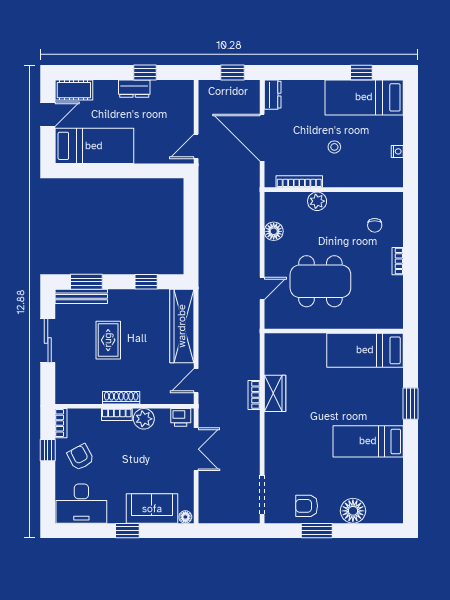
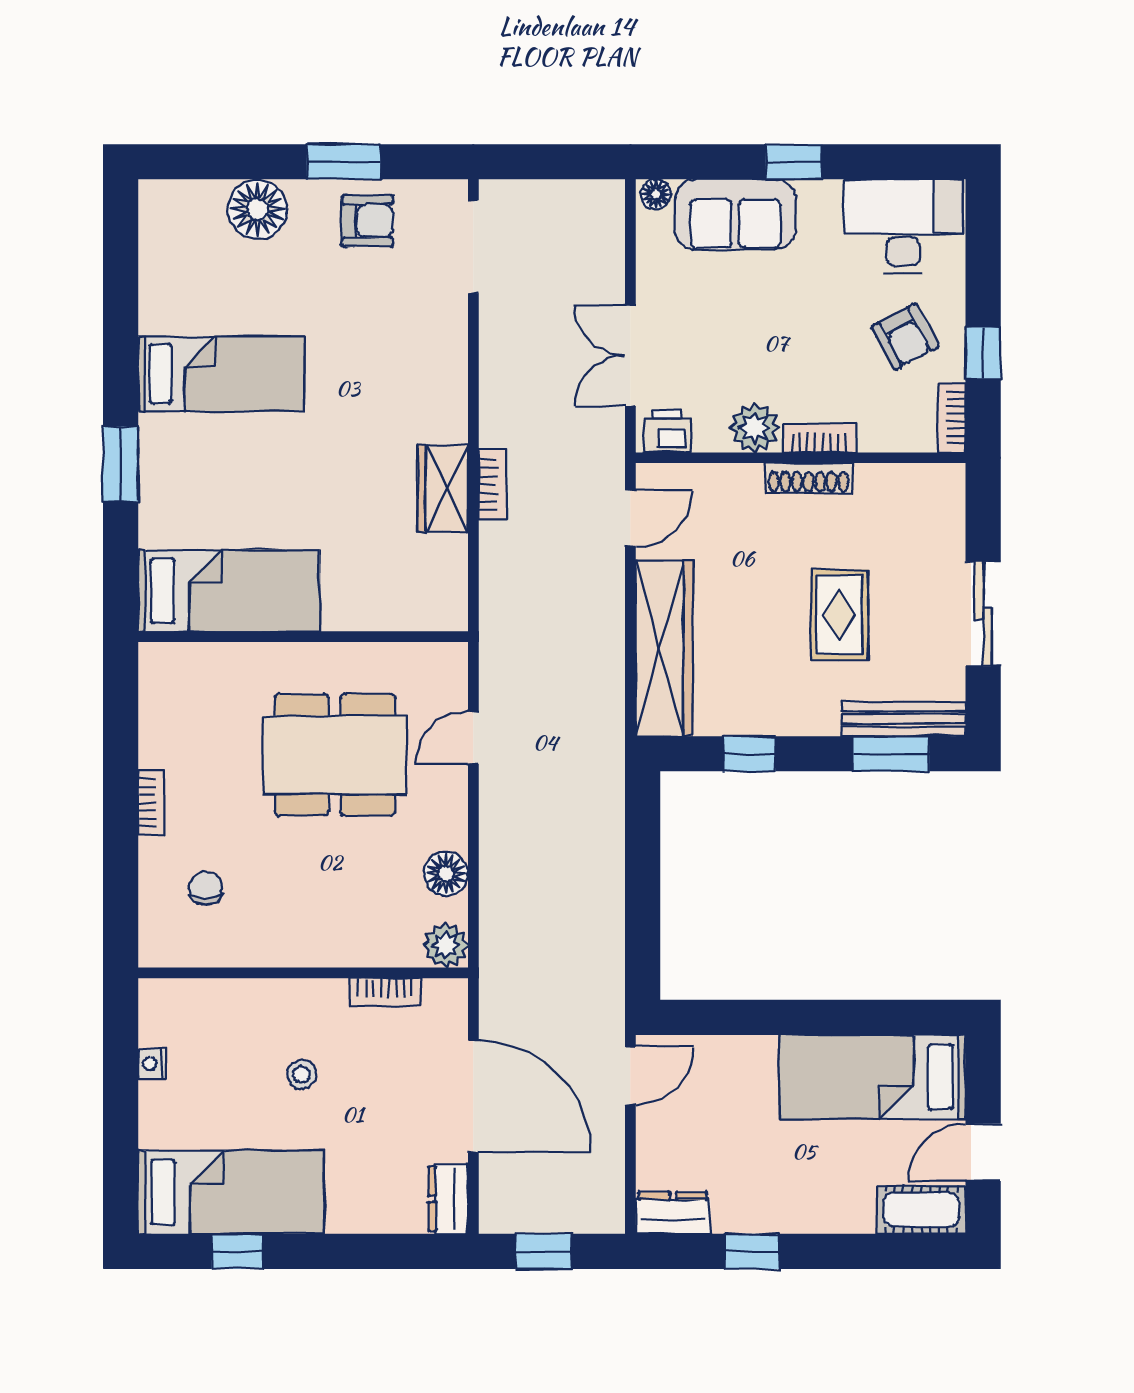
dresser: (134, 89) -> (673, 1213), moved
bookcase: (299, 181) -> (385, 992), width x0.64
plant: (317, 201) -> (446, 945), moved

